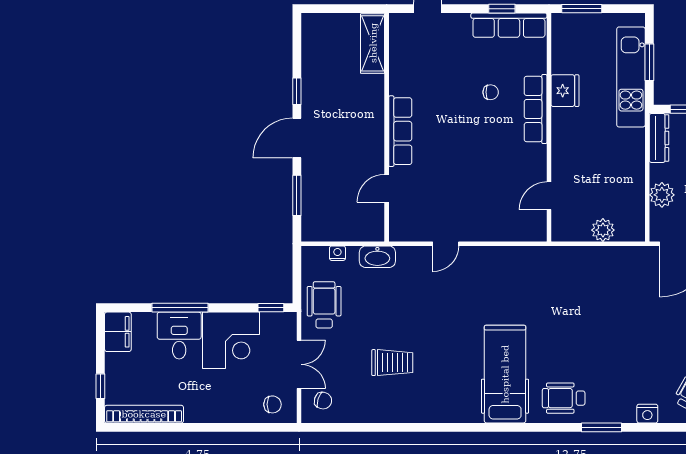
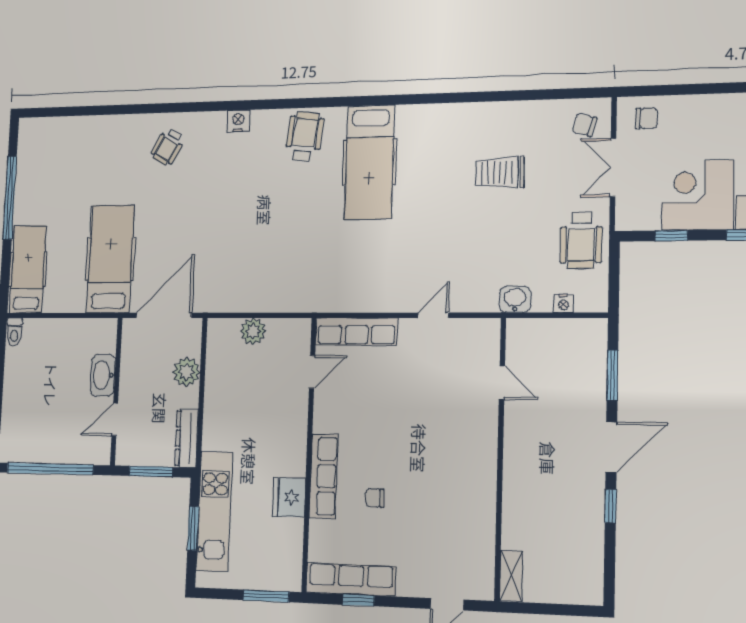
shelving: (373, 43) -> (511, 576), width x0.67, depth x0.75
row of seats: (400, 131) -> (356, 331), moved, turned -90
door: (387, 188) -> (502, 383), hinge flipped
washbasin: (377, 257) -> (515, 299), width x0.72
window: (271, 308) -> (671, 236), moved
wheelchair: (564, 398) -> (305, 136), turned -83
chair: (272, 404) -> (647, 118), turned 180
nightstand: (647, 414) -> (238, 121), moved
window: (601, 427) -> (264, 104), removed

